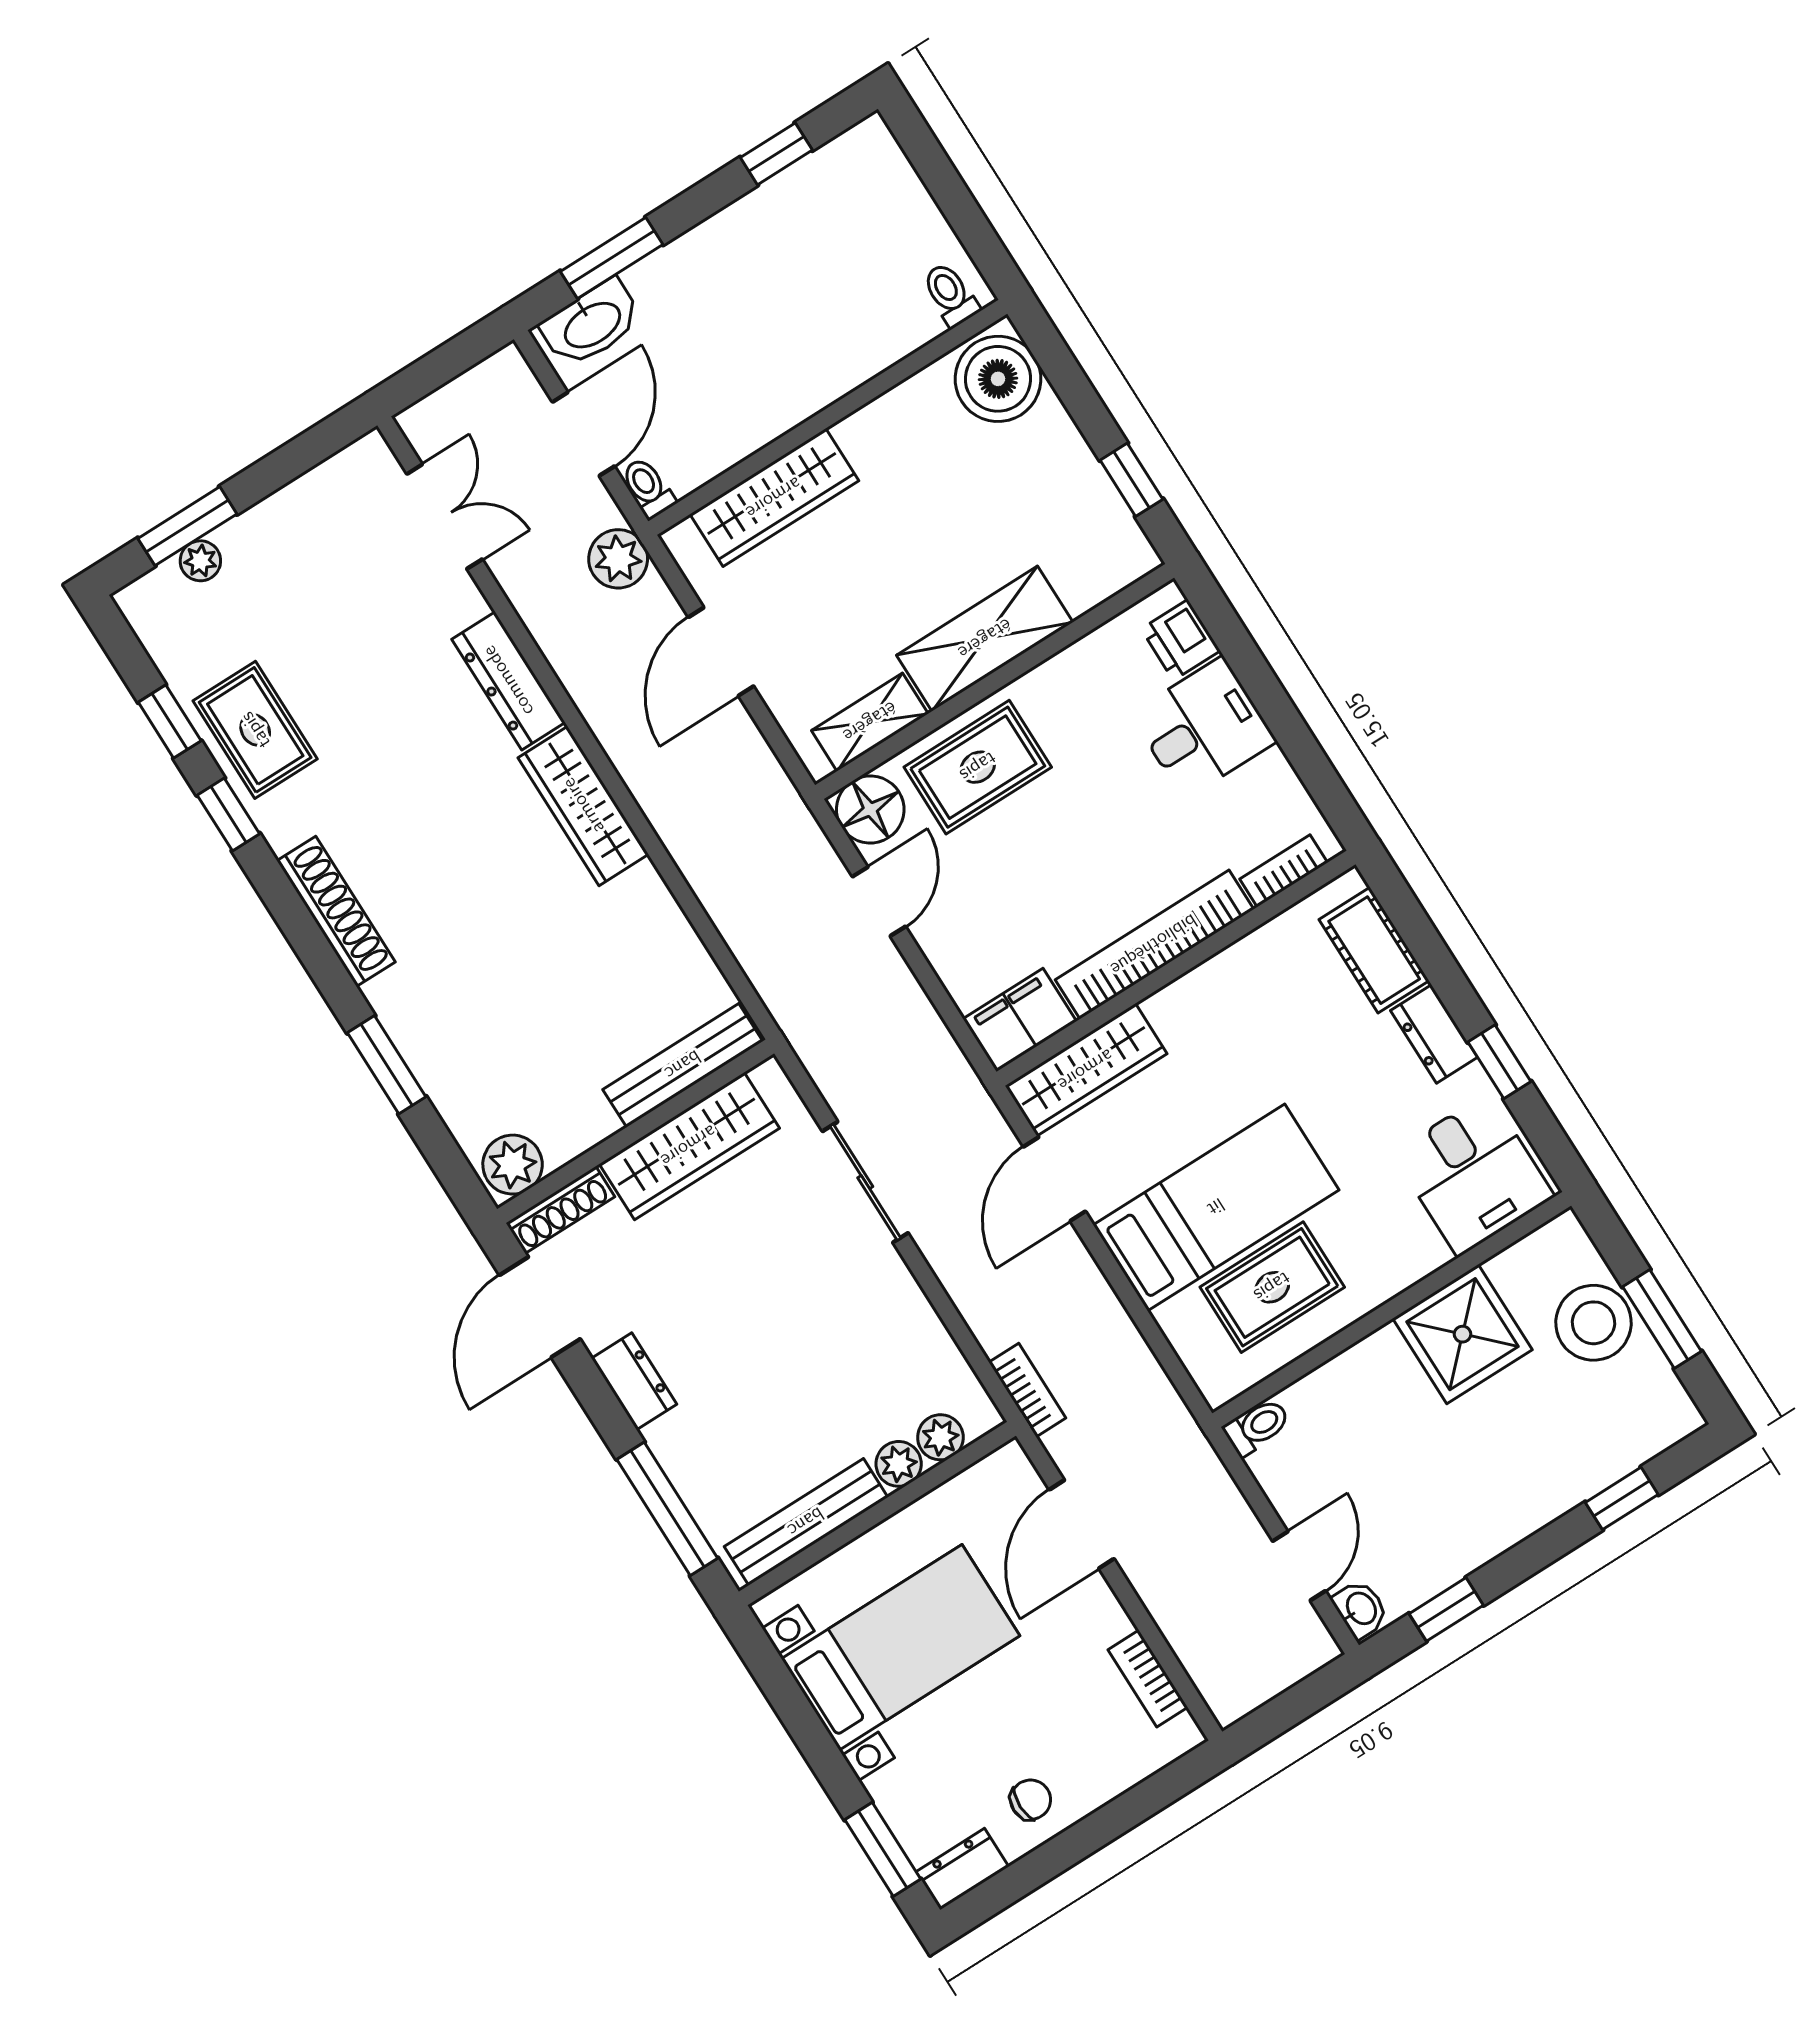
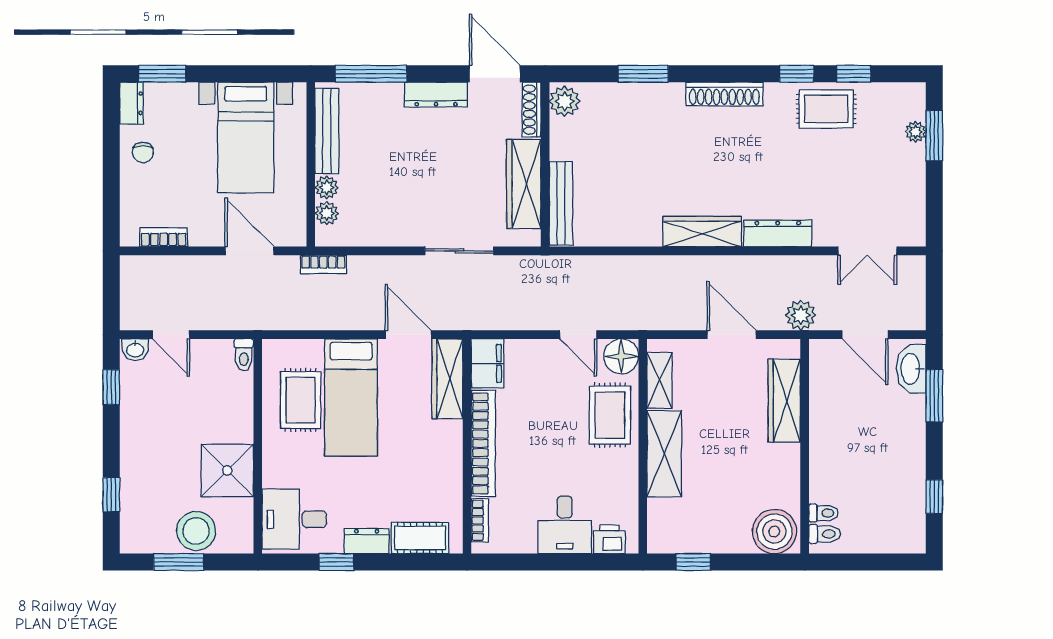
toilet: (648, 488) -> (824, 513), moved
dresser: (634, 1381) -> (436, 95), width x1.44

